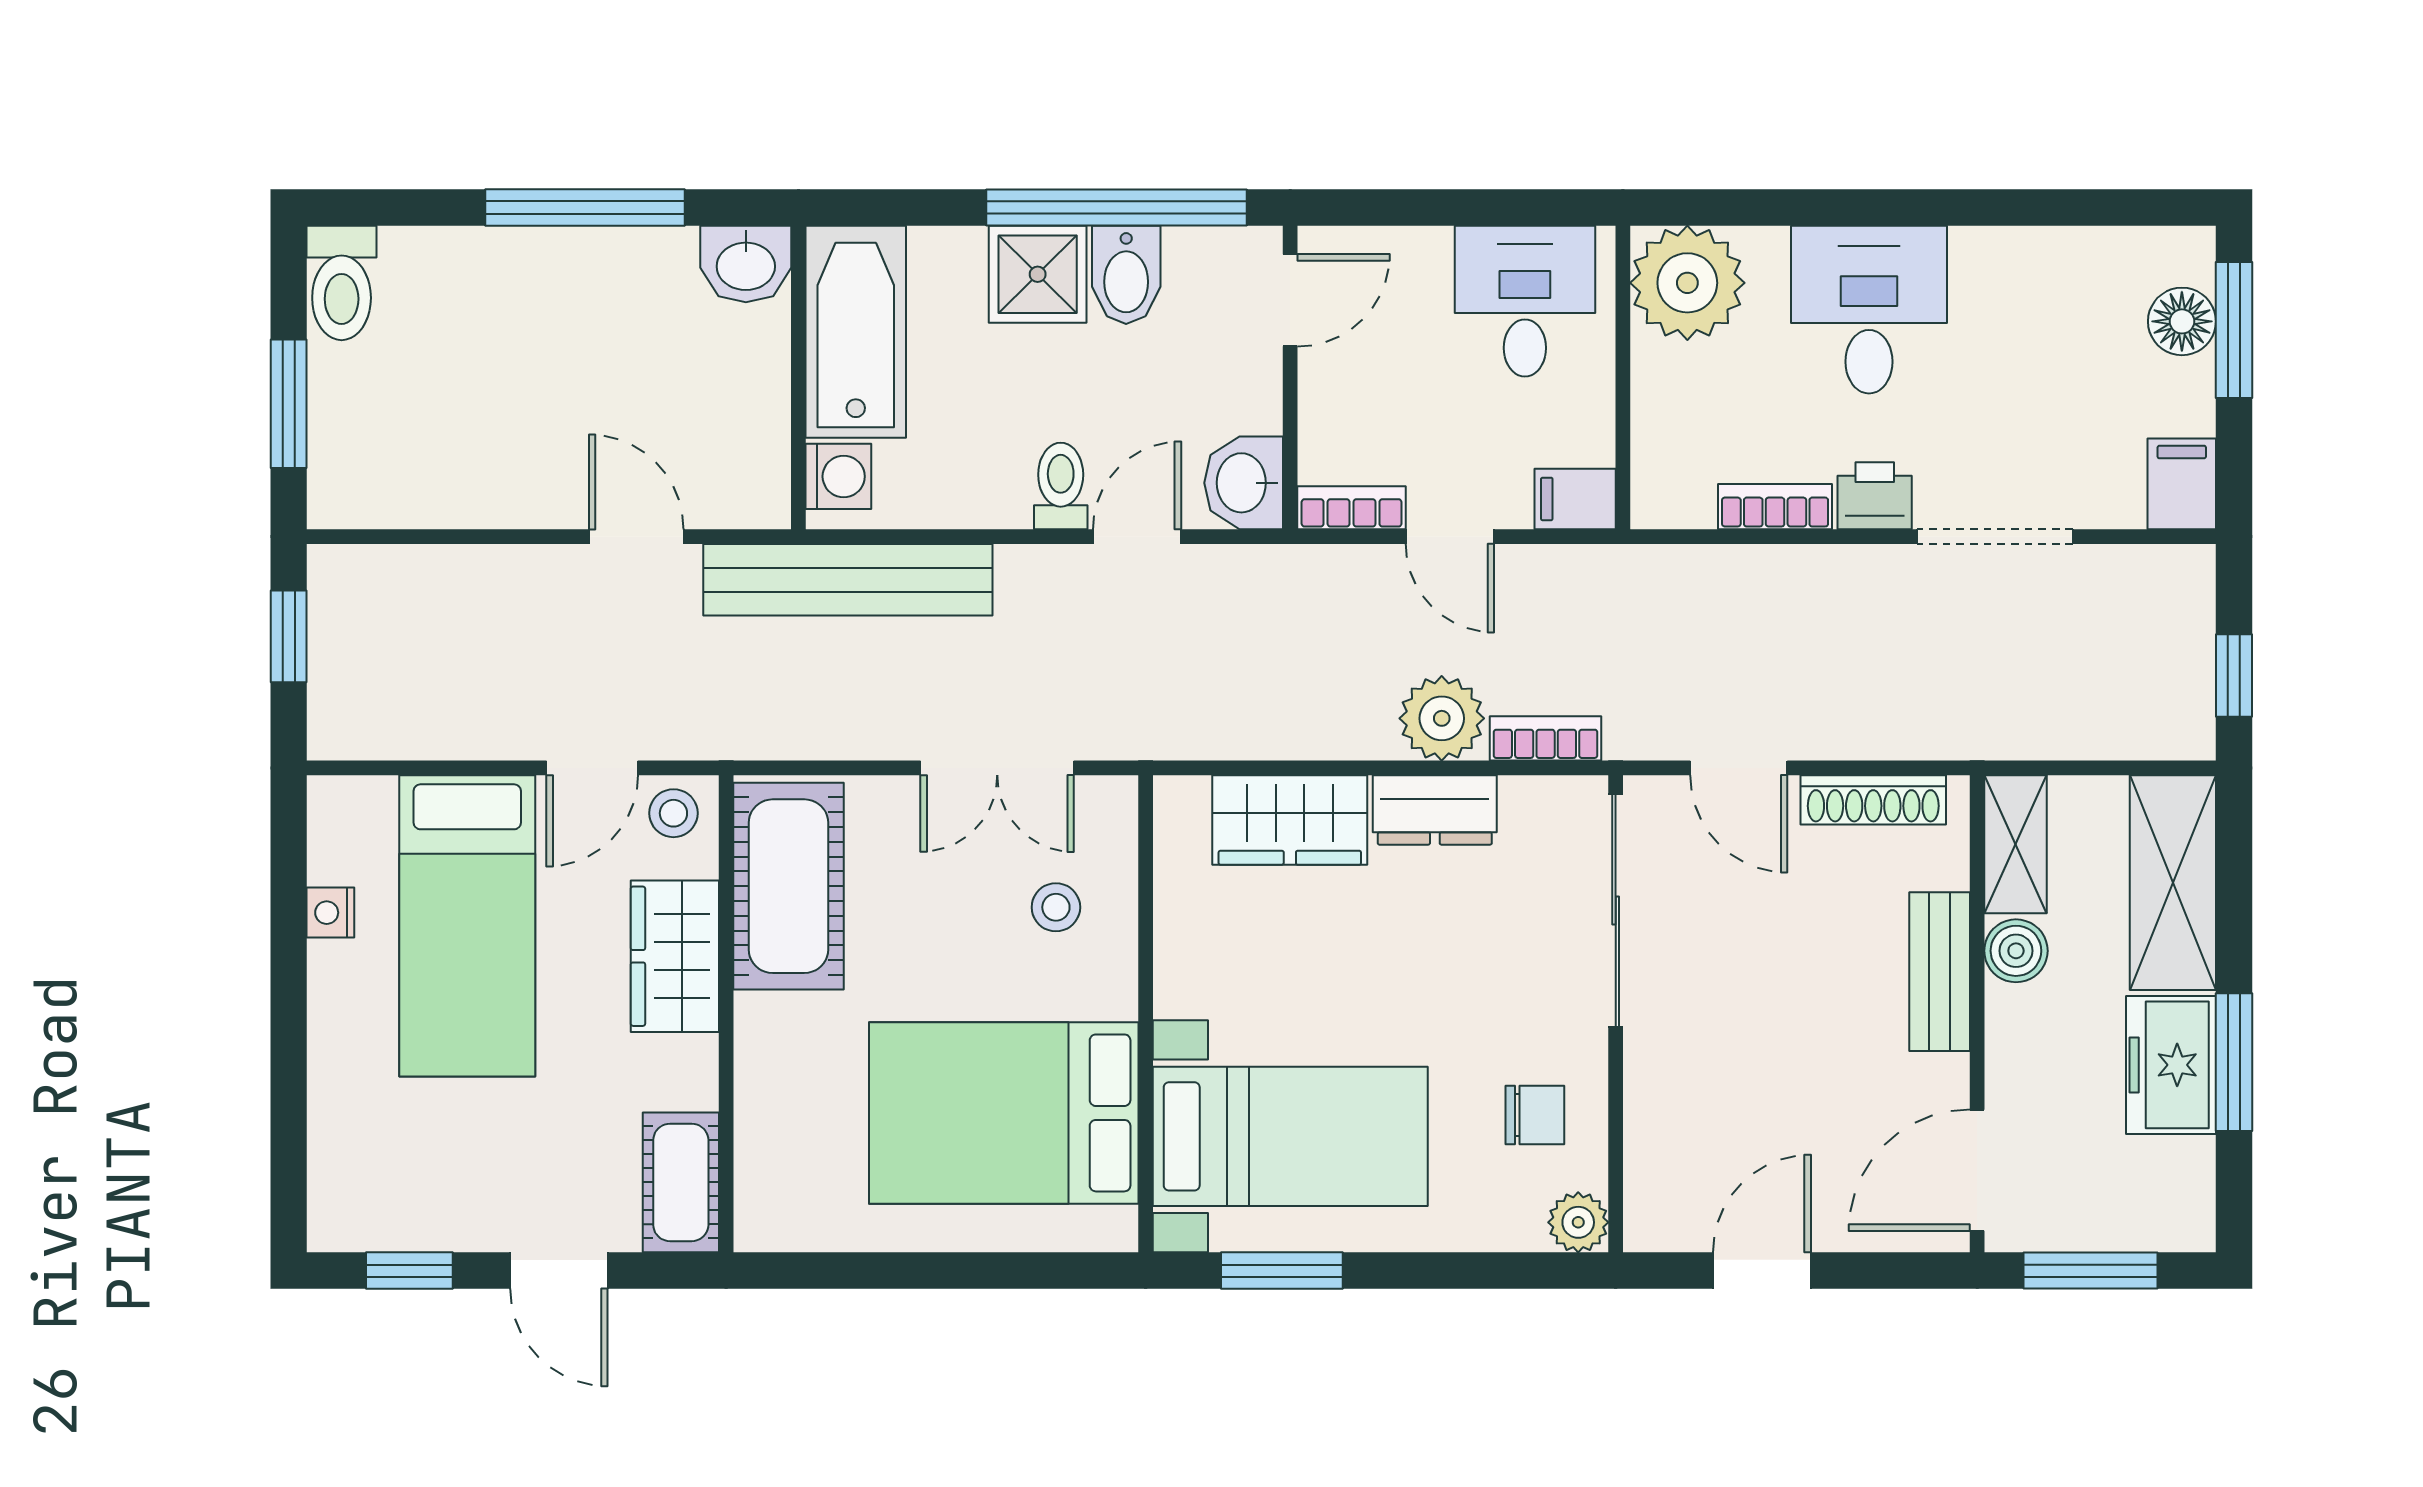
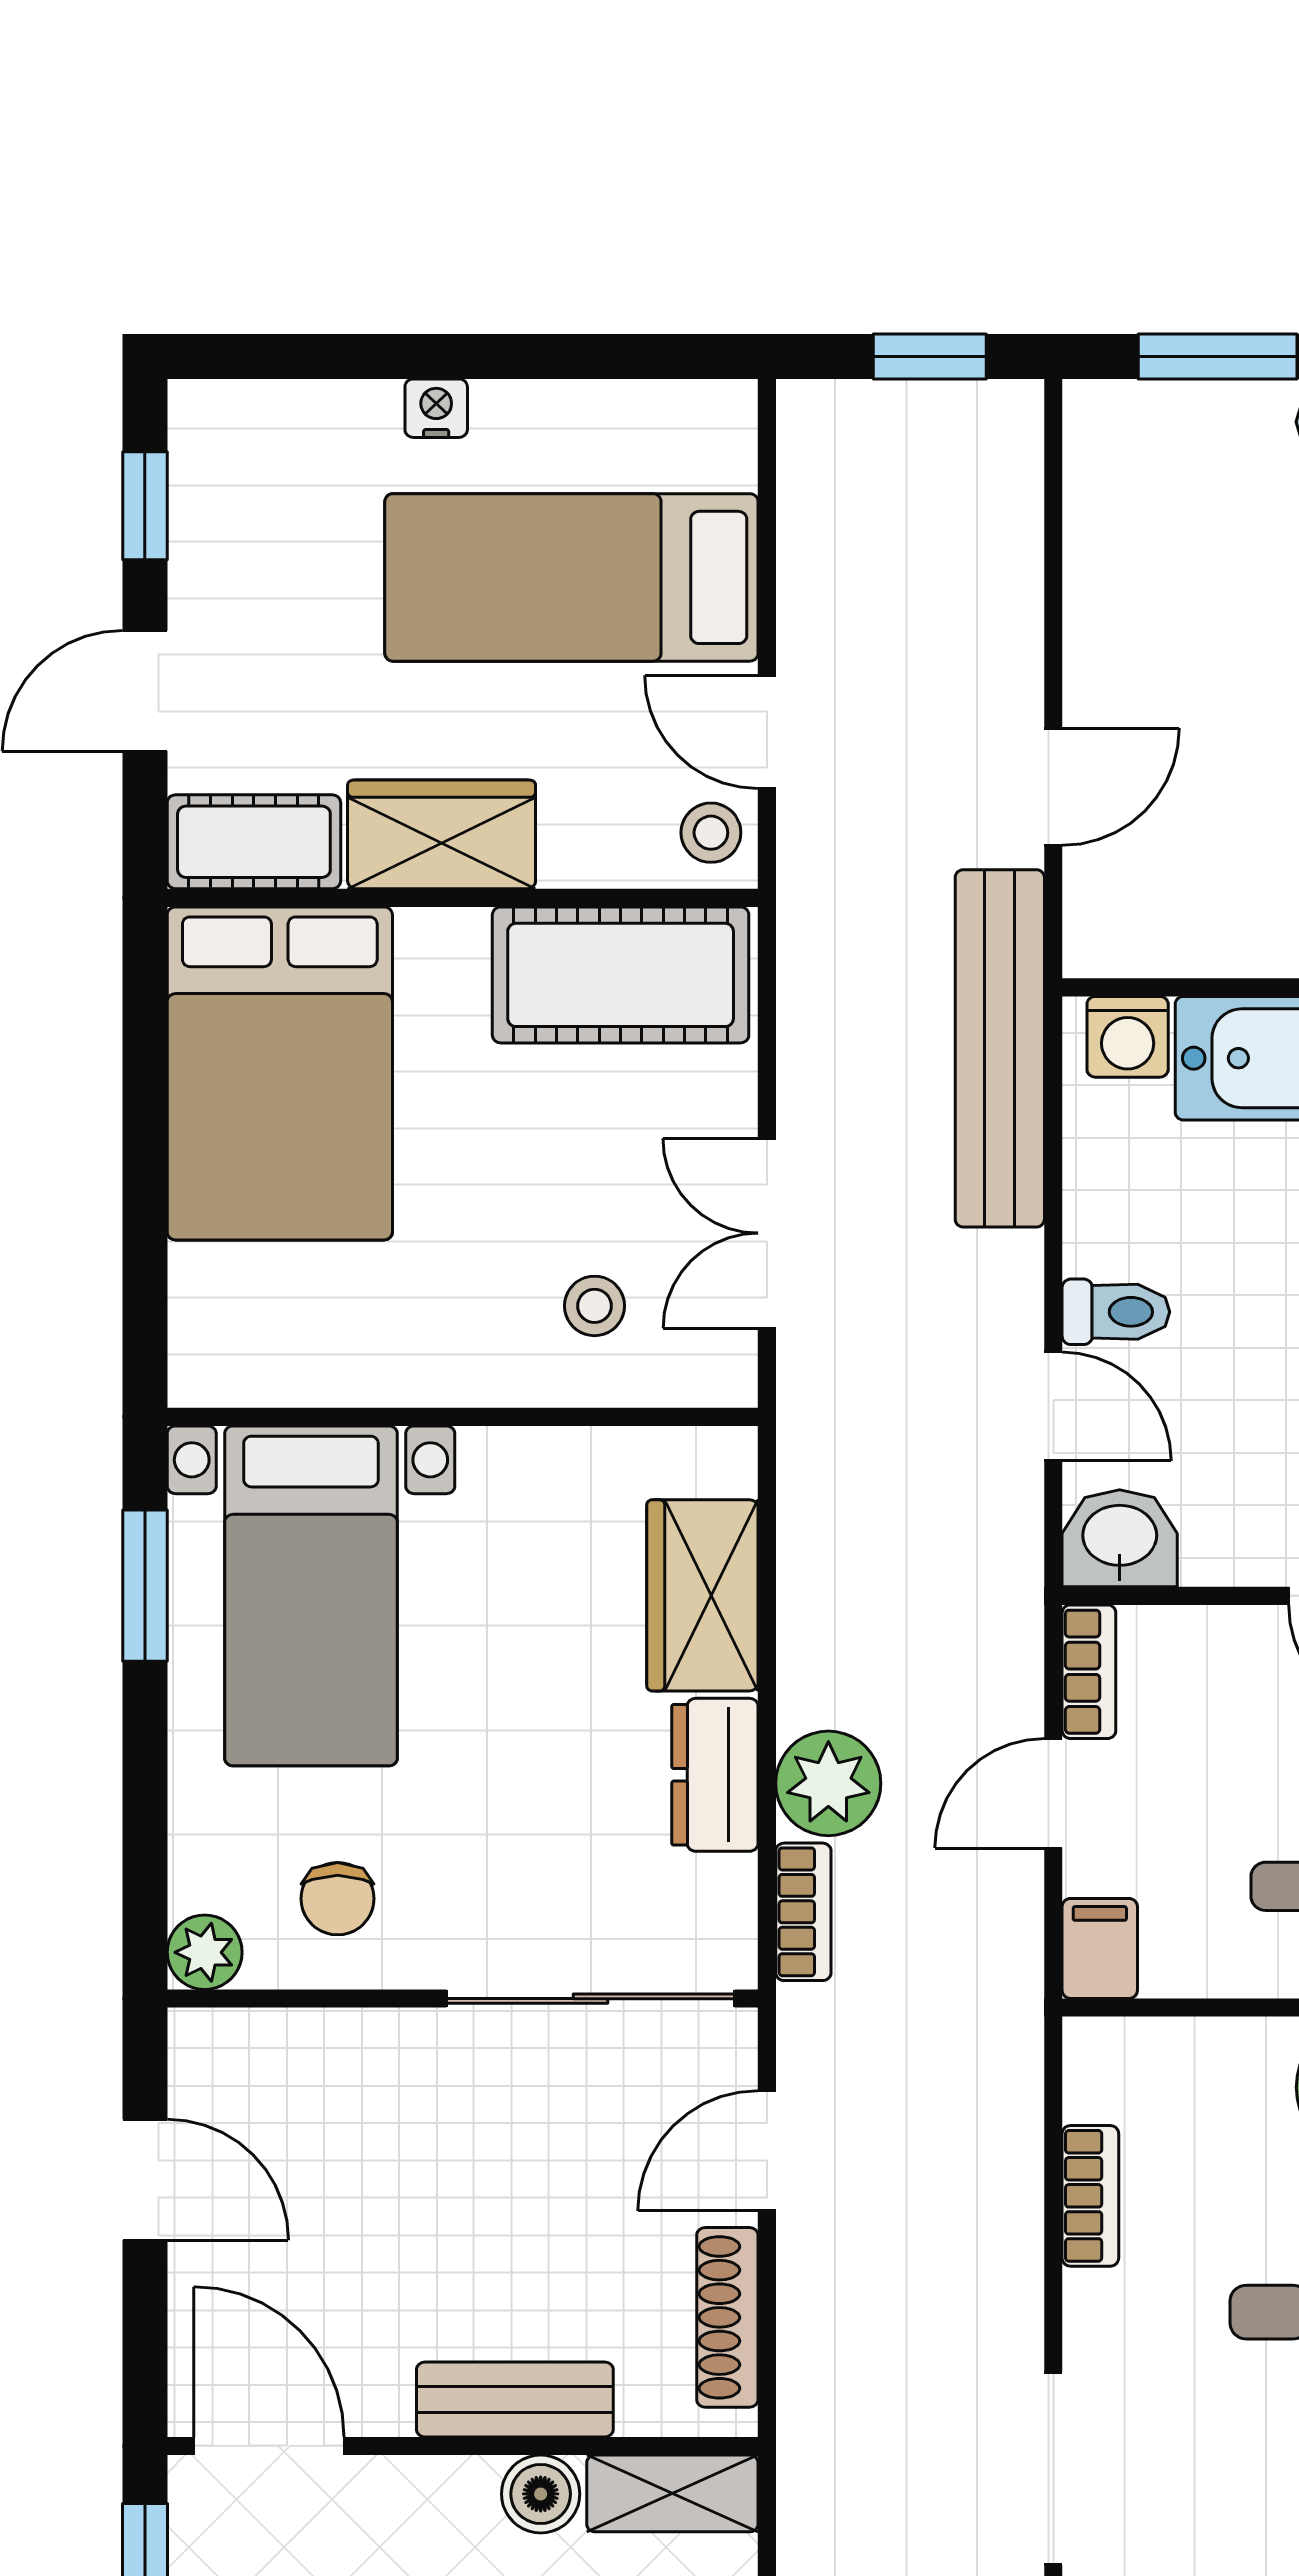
printer: (1875, 496) -> (1104, 2319), removed
nightstand: (330, 913) -> (436, 408), moved
wardrobe: (675, 956) -> (442, 834), moved
bed: (1004, 1113) -> (280, 1073), moved, turned 180

